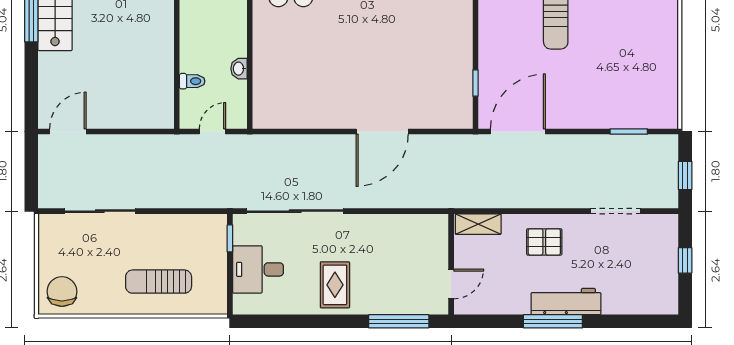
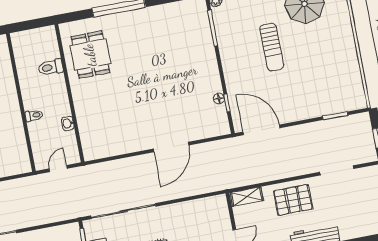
floor lamp: (465, 74) -> (219, 98), added
toilet: (192, 81) -> (34, 115), moved
door: (518, 132) -> (261, 130), hinge flipped
pallet: (544, 242) -> (293, 200), width x1.50, depth x1.42

